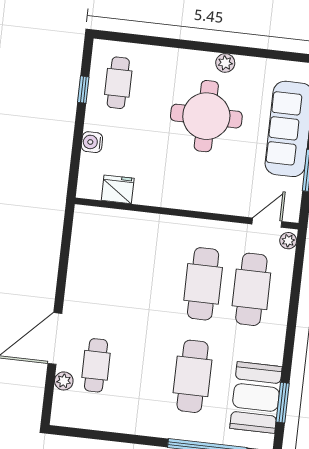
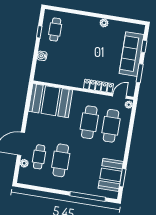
round table: (206, 116) -> (94, 46), removed
fridge: (118, 189) -> (53, 78), removed
locker: (220, 203) -> (98, 86), added
booth: (115, 240) -> (50, 101), added
cafe table: (193, 376) -> (61, 160), moved

